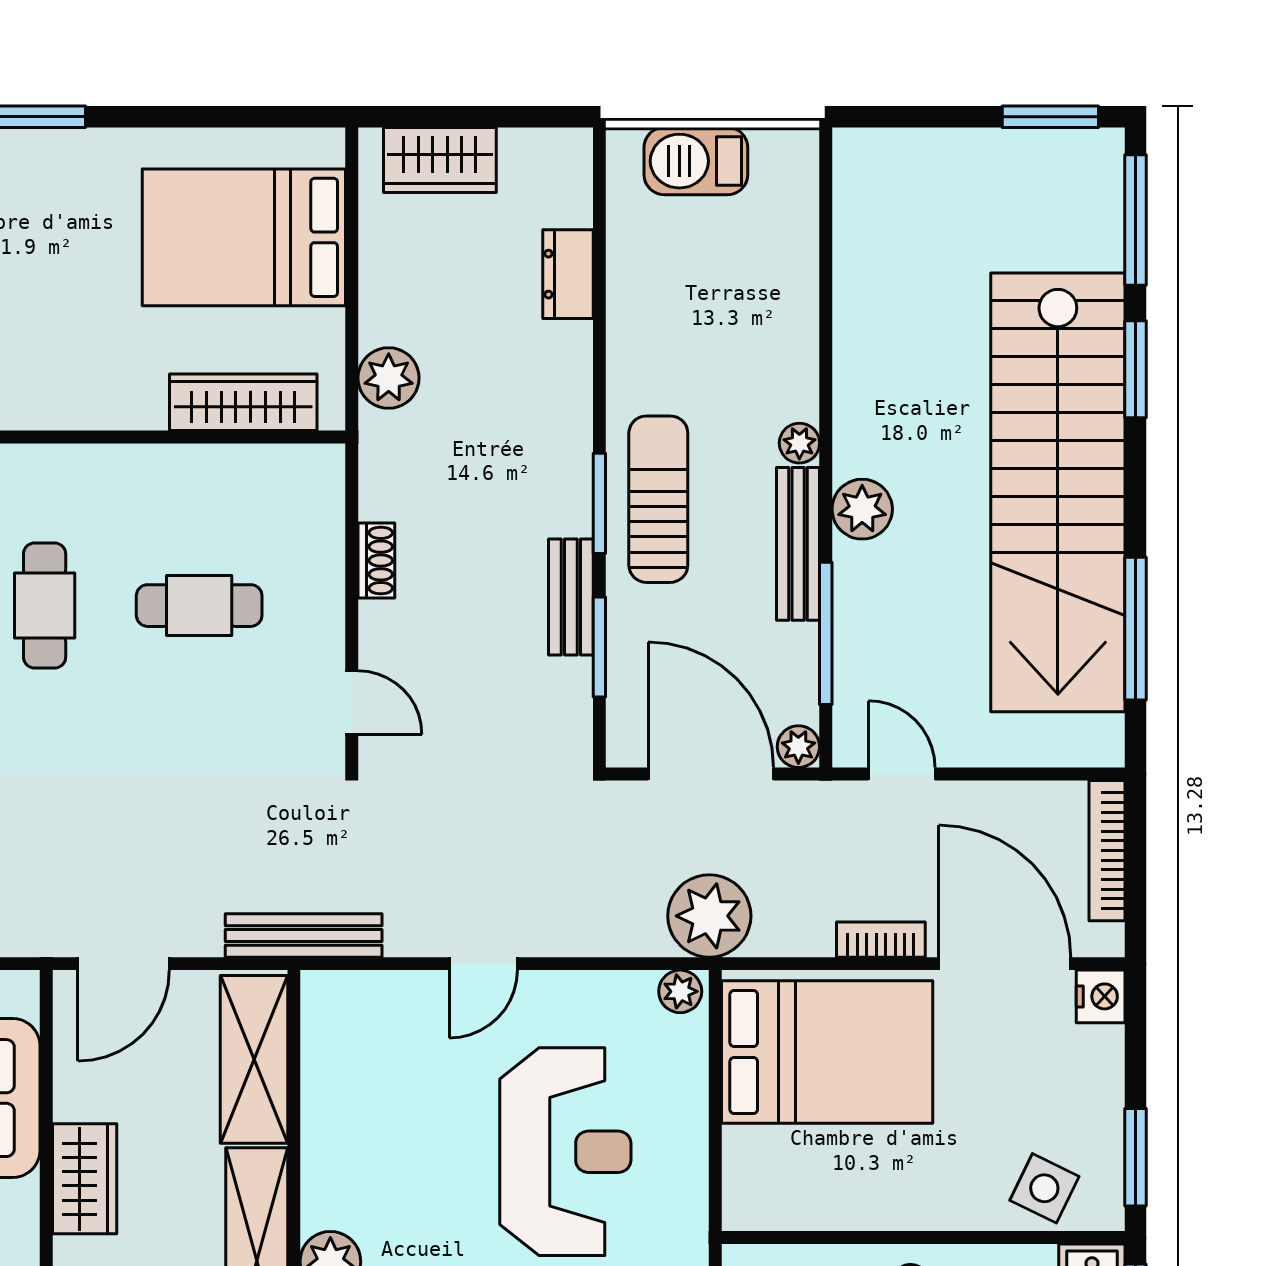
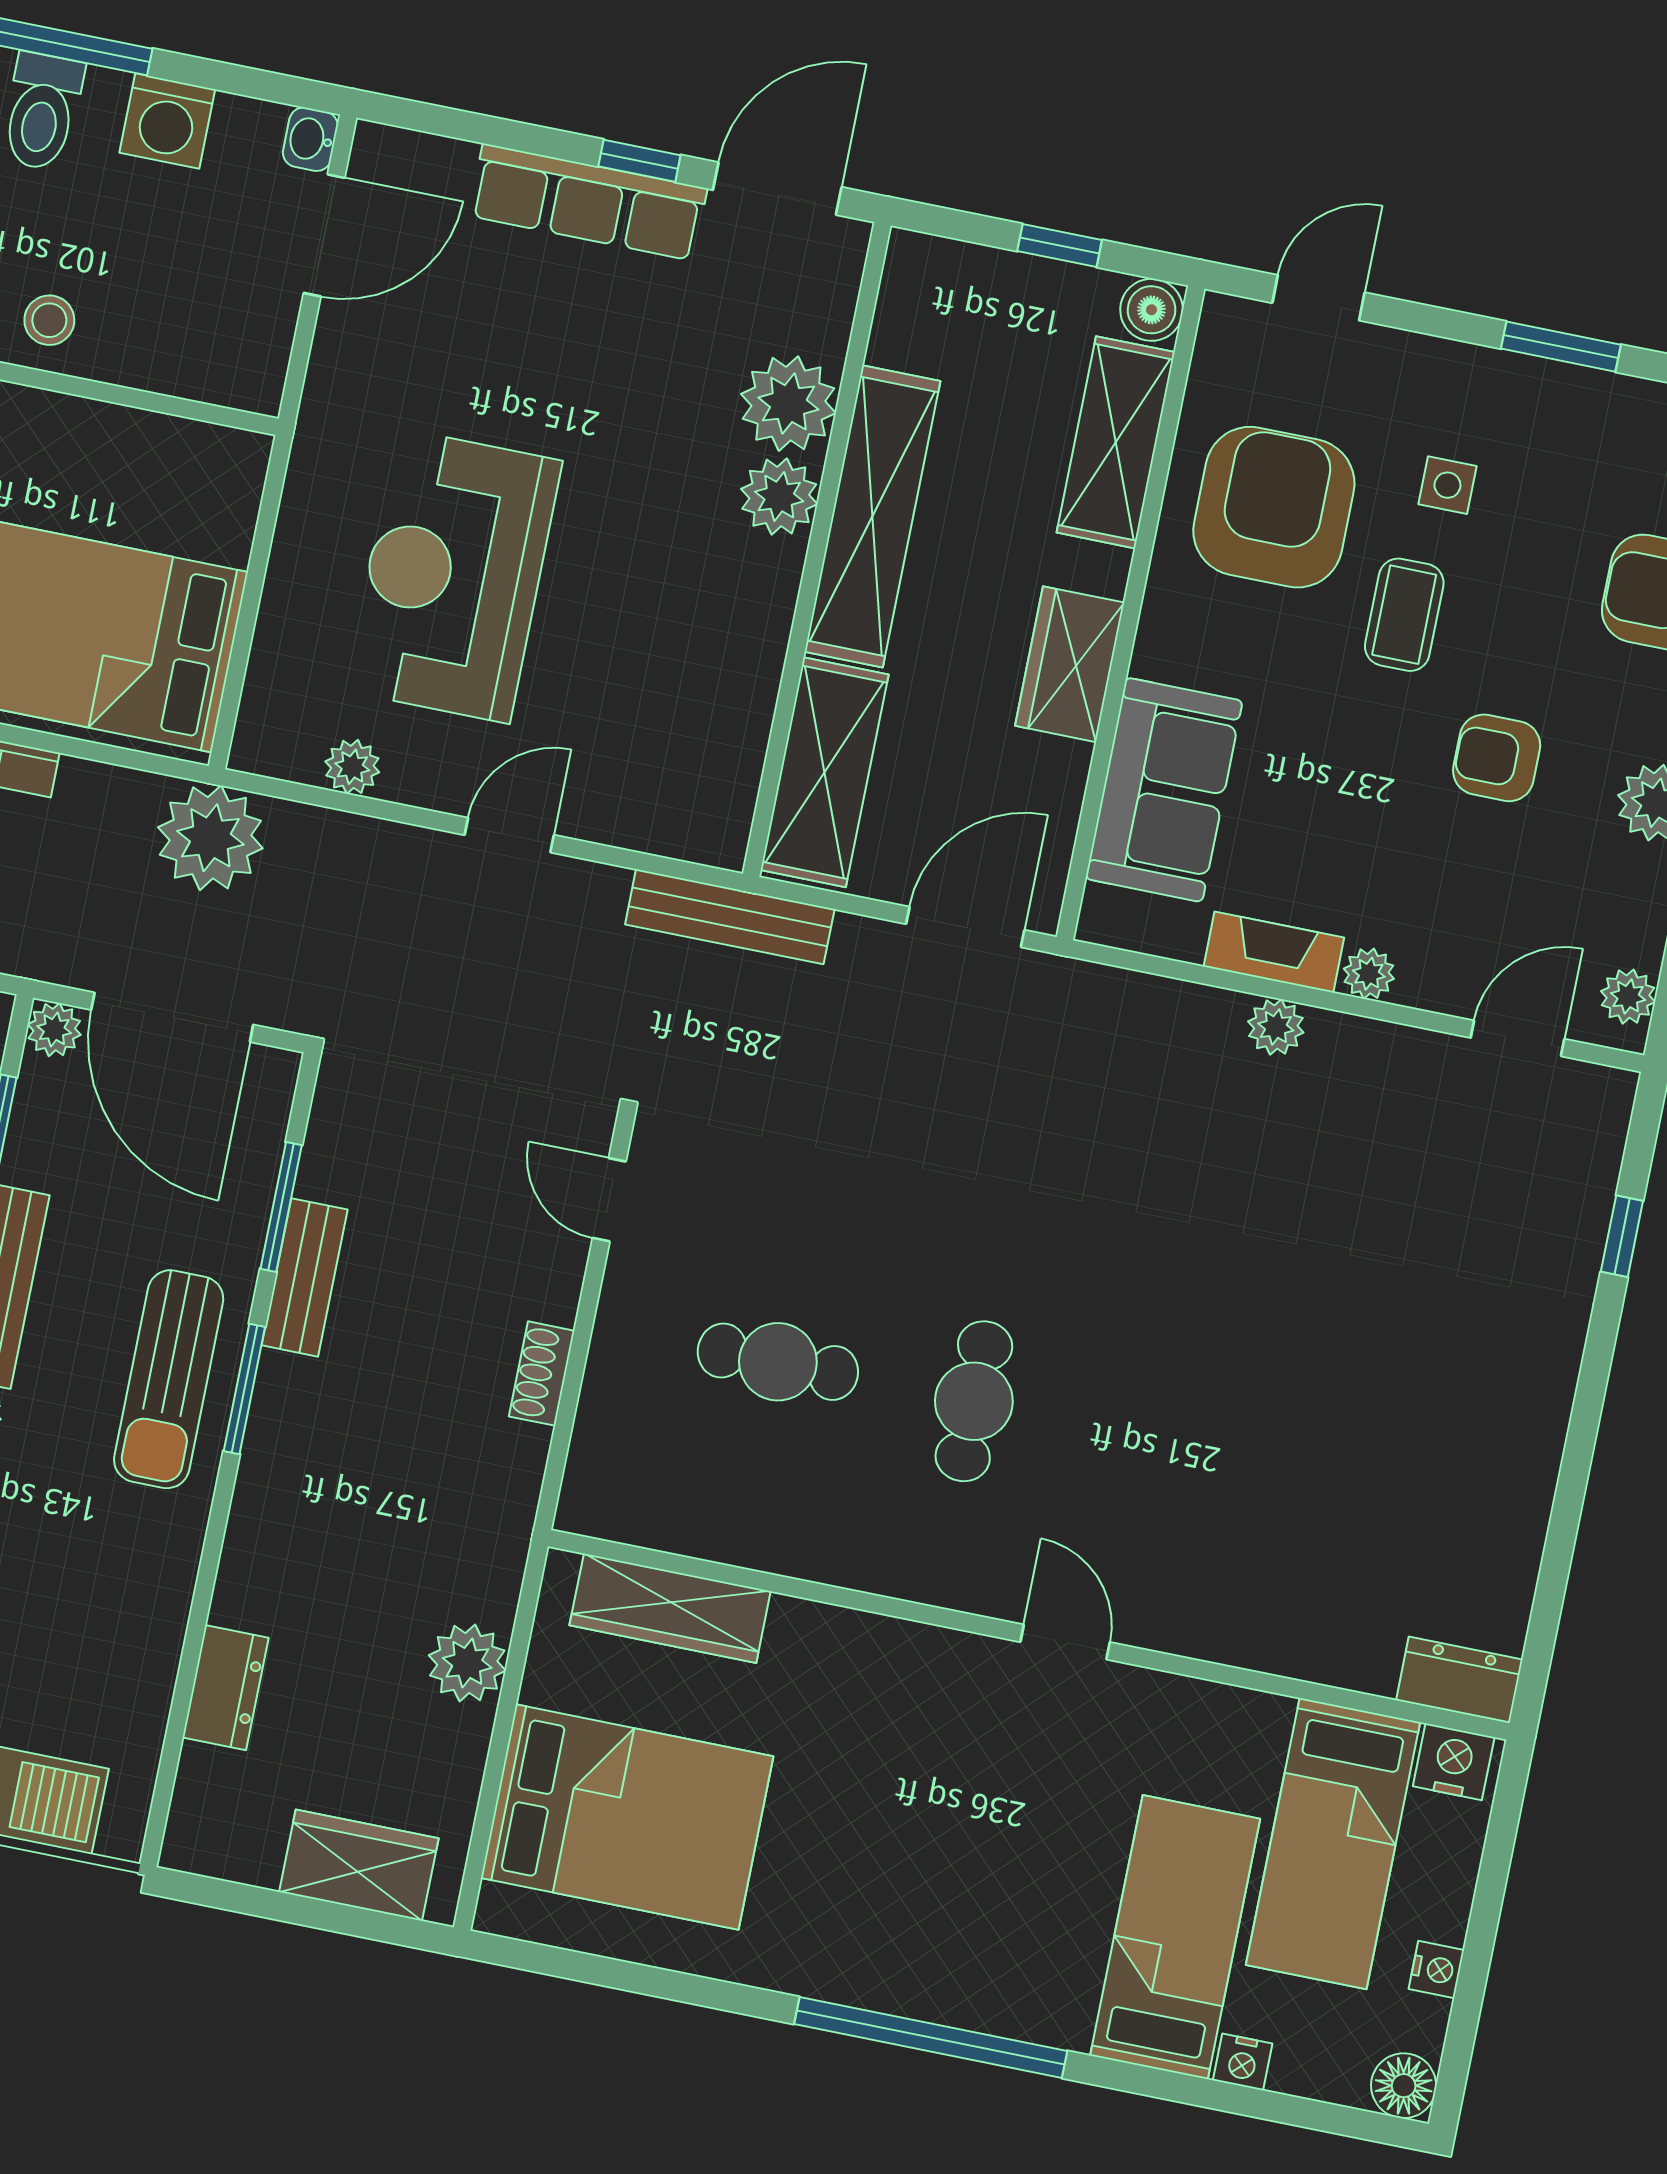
plant: (389, 378) -> (467, 1663), moved
plant: (680, 991) -> (352, 767), moved

